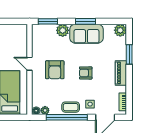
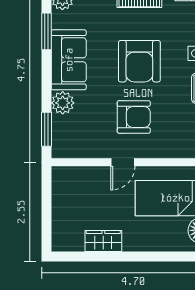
window: (86, 21) -> (46, 31), moved
armchair: (86, 73) -> (139, 61), width x1.88, depth x1.88

